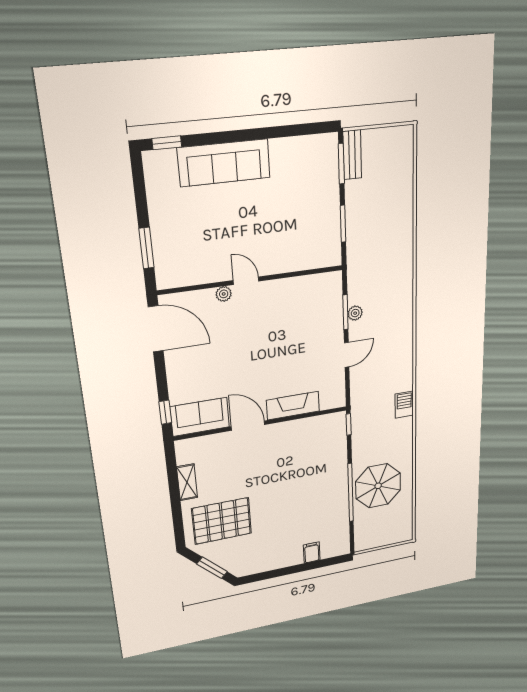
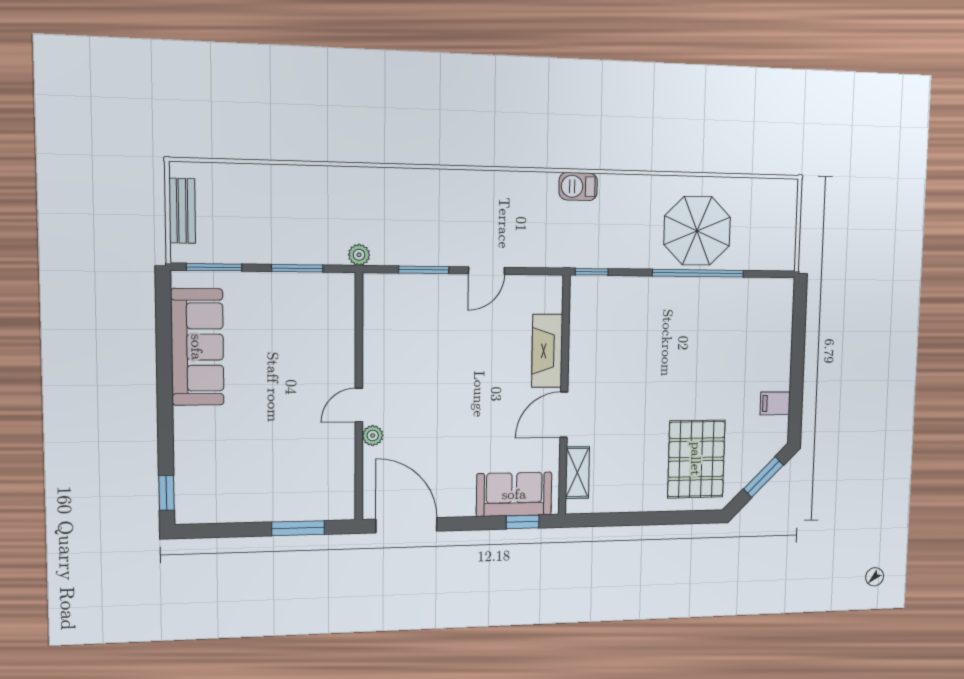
bench: (352, 155) -> (182, 211), moved, turned 90
sofa: (224, 163) -> (197, 347), moved
plant: (355, 313) -> (359, 255), moved
door: (156, 329) -> (406, 525), hinge flipped
door: (347, 355) -> (487, 271), swing flipped
sofa: (200, 417) -> (514, 494), moved, turned 90
shelving: (187, 482) -> (577, 473), moved, turned 90
filing cabinet: (312, 552) -> (775, 403), moved

